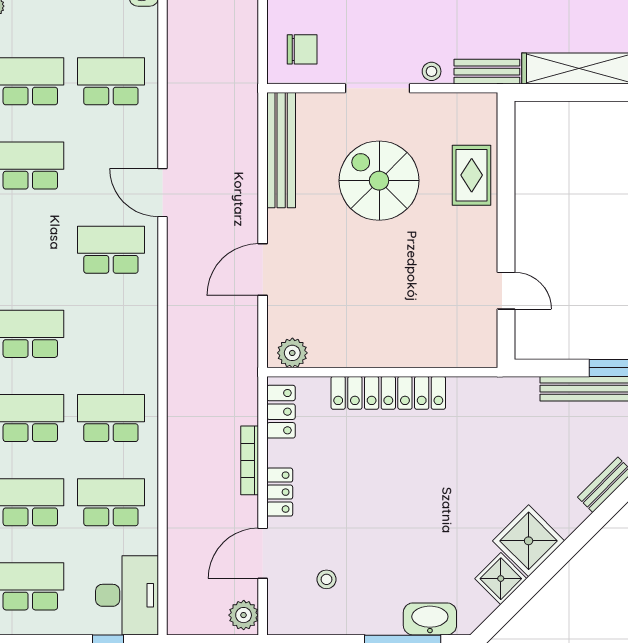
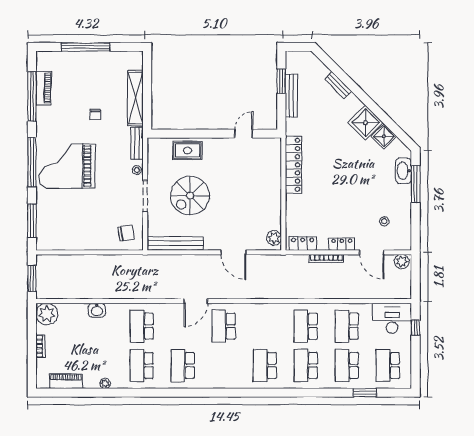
chair: (302, 49) -> (126, 233), turned 81
locker: (388, 393) -> (293, 165), moved

